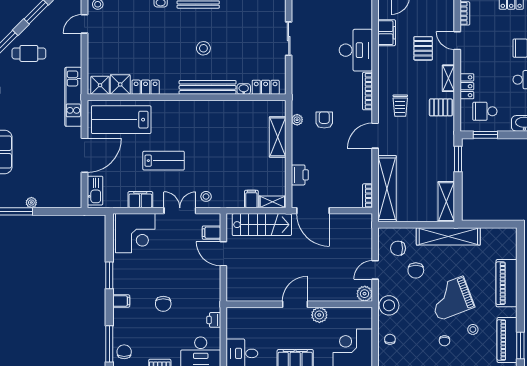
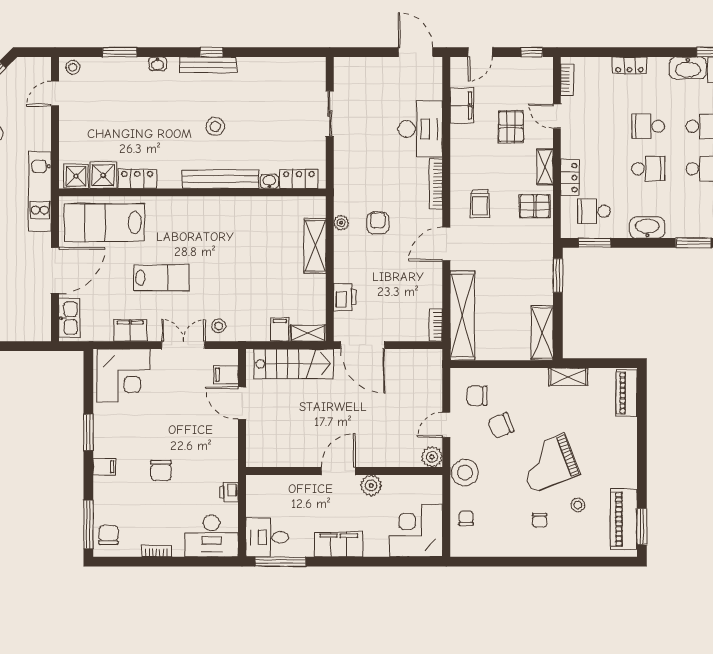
shelving: (448, 236) -> (568, 377), width x0.45, depth x0.75
chair: (416, 270) -> (501, 426), turned 68
piano: (507, 283) -> (627, 393), moved, width x0.73, depth x0.75

